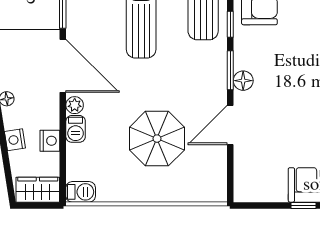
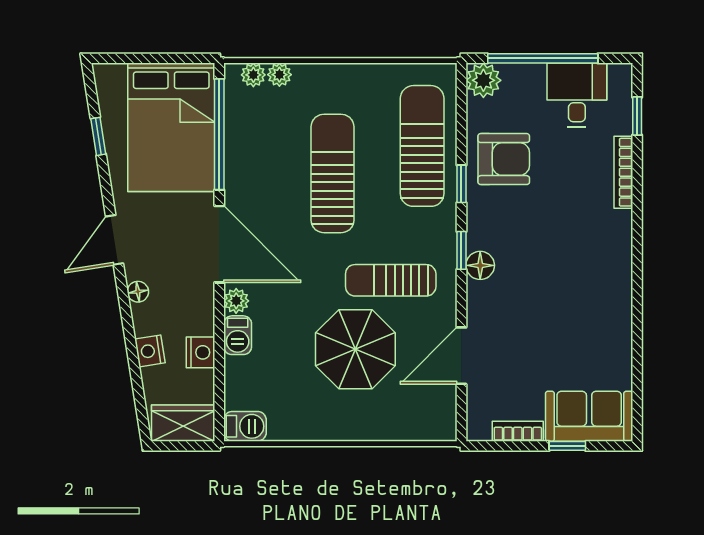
window: (230, 70) -> (461, 250), width x0.67
sun lounger: (181, 91) -> (391, 280), added
door: (230, 125) -> (461, 356), moved
bookcase: (269, 195) -> (518, 431), added

